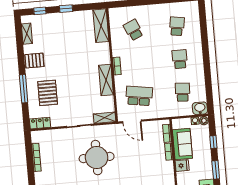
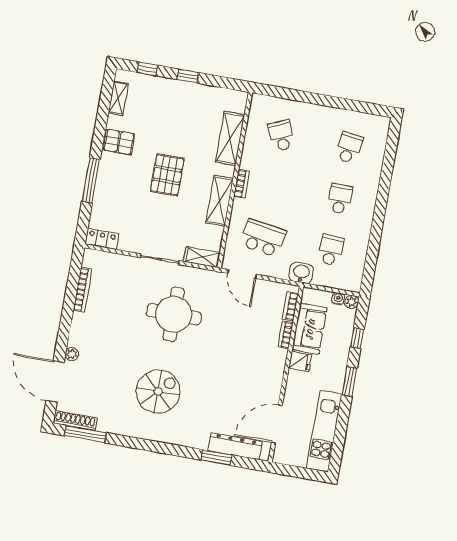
shelving: (101, 26) -> (230, 139), moved
pallet: (48, 93) -> (167, 175), moved
washbasin: (200, 108) -> (301, 273), moved

